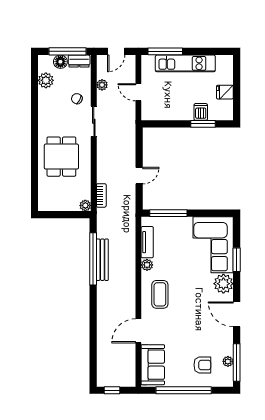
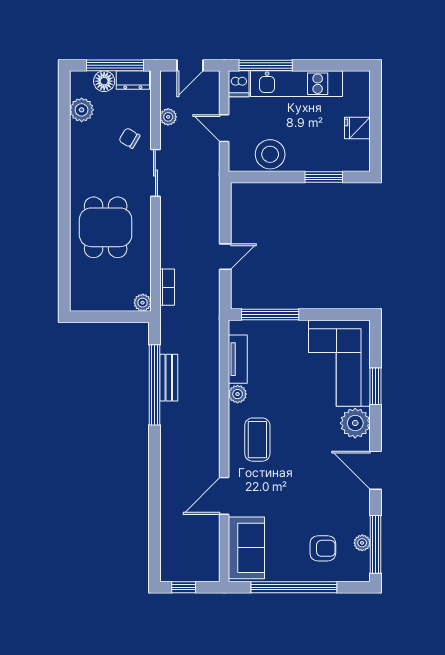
stool: (168, 109) -> (270, 154), added
dishwasher: (201, 112) -> (239, 84), moved, turned 180
bench: (102, 260) -> (169, 378), width x0.73

